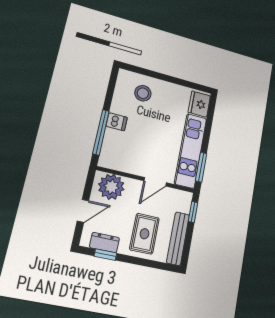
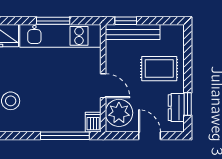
dishwasher: (117, 122) -> (93, 122), moved
window: (201, 167) -> (53, 21), moved
door: (155, 182) -> (103, 86), moved
bench: (178, 239) -> (133, 32), moved

